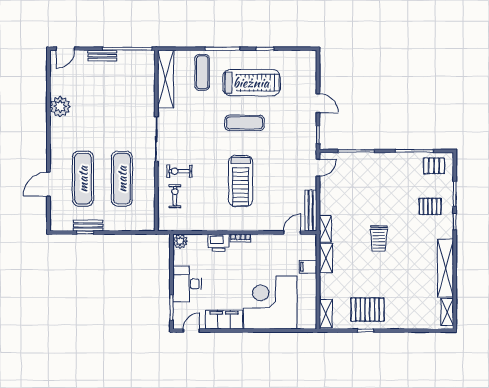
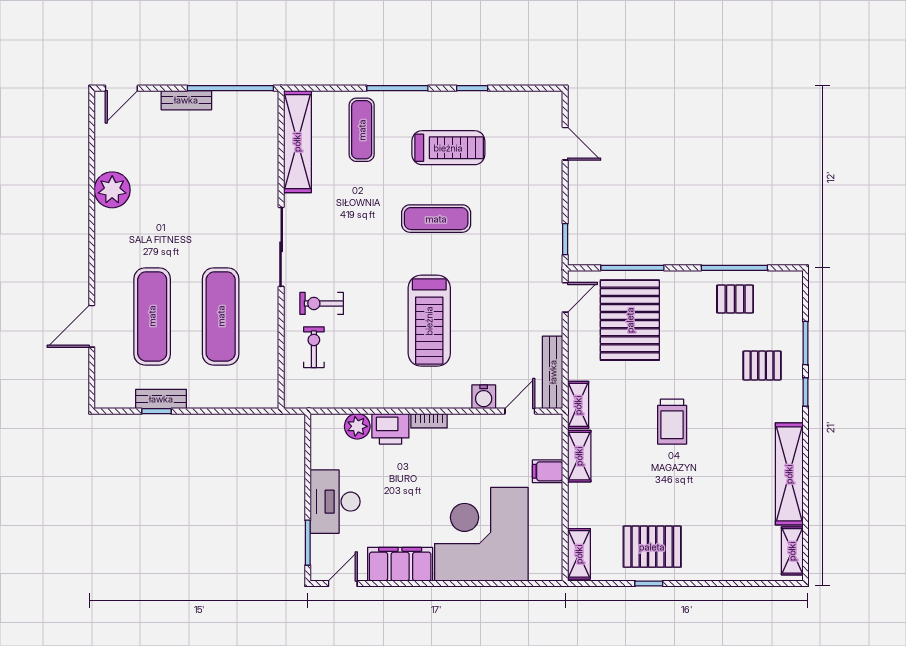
treadmill: (251, 83) -> (448, 148), width x0.73, depth x0.73
door: (318, 103) -> (565, 144), moved
pallet: (434, 166) -> (735, 299), moved
pallet: (355, 181) -> (630, 320), added
water cooler: (272, 224) -> (484, 397), added
plant: (180, 241) -> (357, 426), moved

